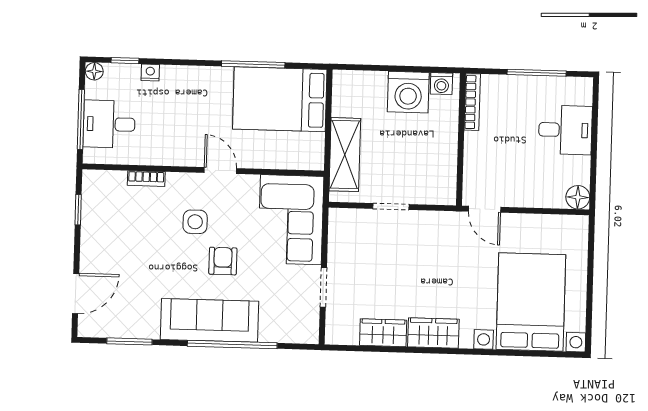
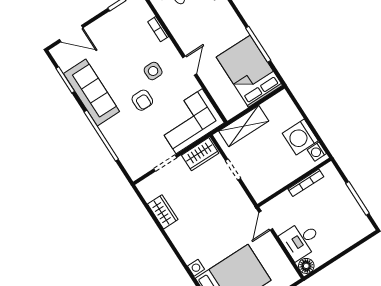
bookcase: (472, 102) -> (306, 183), moved
desk: (565, 130) -> (301, 240), moved, turned 90
armchair: (223, 261) -> (142, 100), turned 90
sofa: (209, 320) -> (91, 92), moved
wardrobe: (433, 333) -> (200, 154), moved, turned 90

